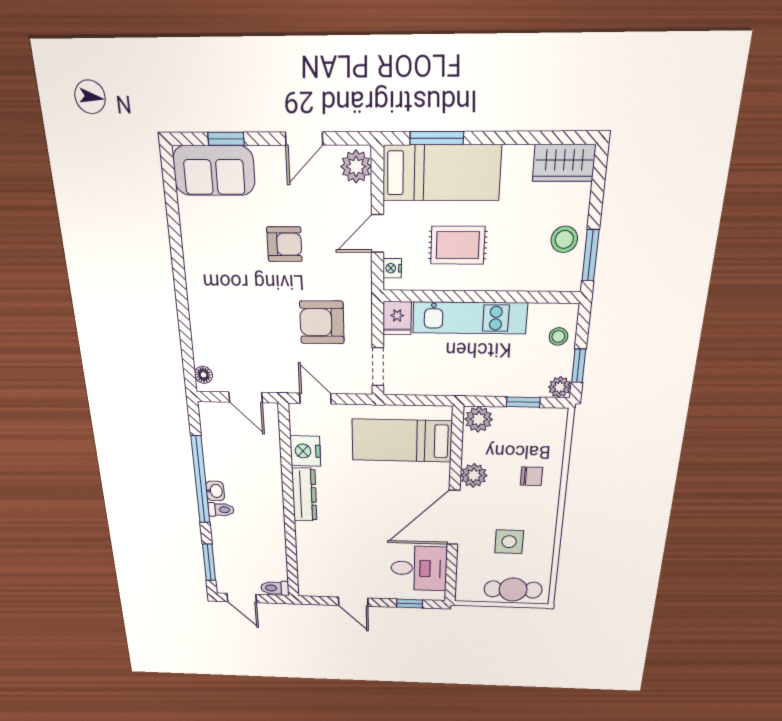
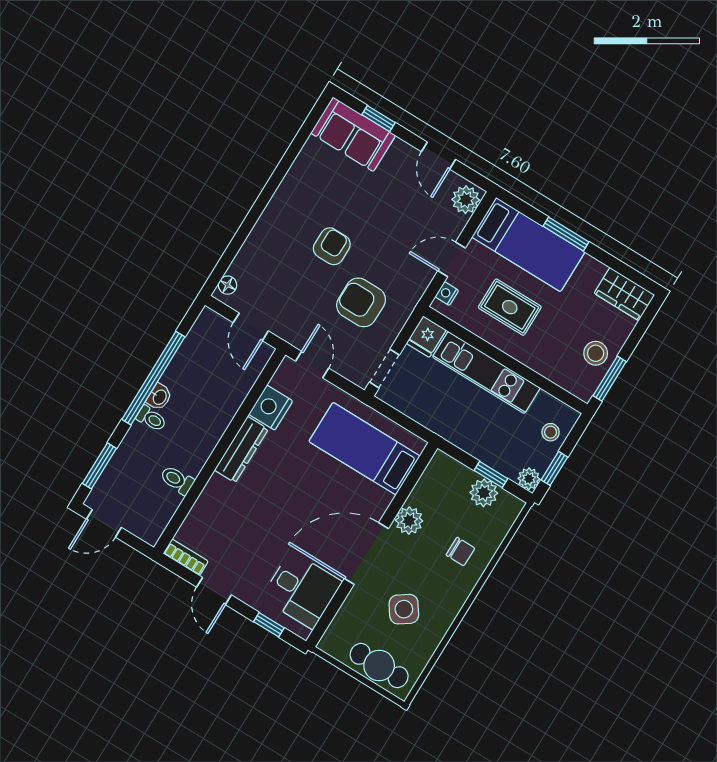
window: (437, 138) -> (566, 234), moved
door: (304, 139) -> (439, 156), hinge flipped
armchair: (284, 244) -> (332, 246), moved, turned -90
plant: (479, 419) -> (484, 493), moved
side table: (509, 542) -> (404, 609), turned -35
toilet: (275, 588) -> (177, 480), moved
bookcase: (317, 590) -> (186, 557), added
door: (242, 598) -> (104, 523), hinge flipped

